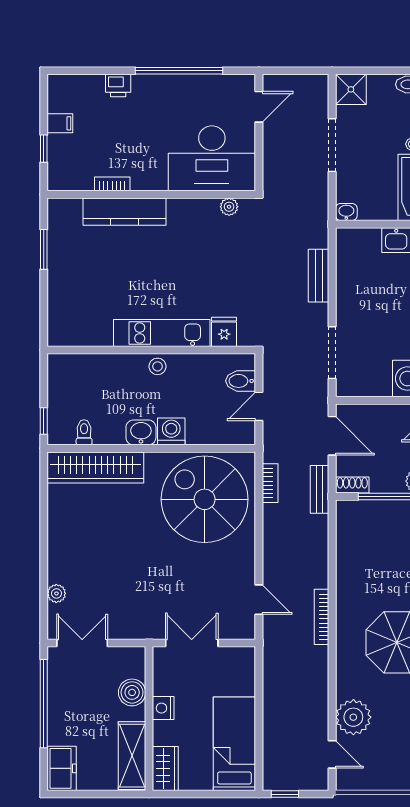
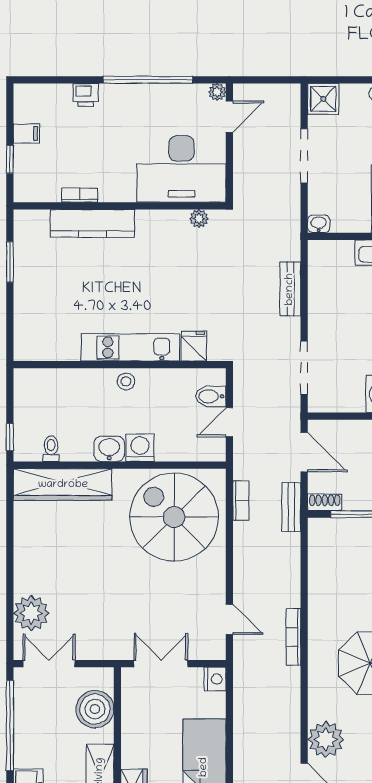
plant: (247, 83) -> (217, 92), added
plant: (56, 593) -> (31, 613), width x1.88, depth x1.88
boiler: (132, 692) -> (95, 709), width x1.37, depth x1.37
nightstand: (163, 708) -> (215, 679), moved, turned 180

